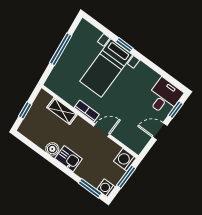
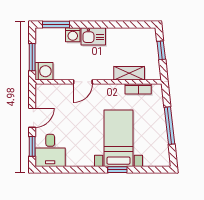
bookcase: (87, 111) -> (138, 89), moved
boiler: (52, 149) -> (113, 34), removed
washing machine: (106, 188) -> (73, 35), moved, turned 90

